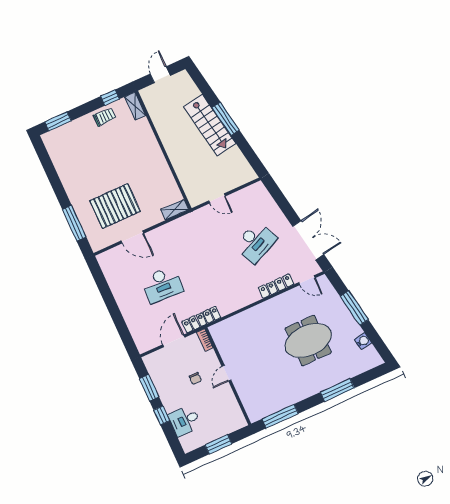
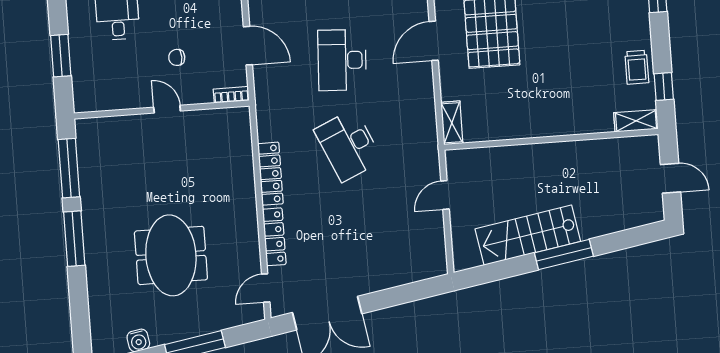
stairs: (210, 125) -> (528, 235), moved
desk: (256, 242) -> (348, 145), moved
locker: (201, 320) -> (270, 174), moved
window: (337, 390) -> (74, 239), moved

